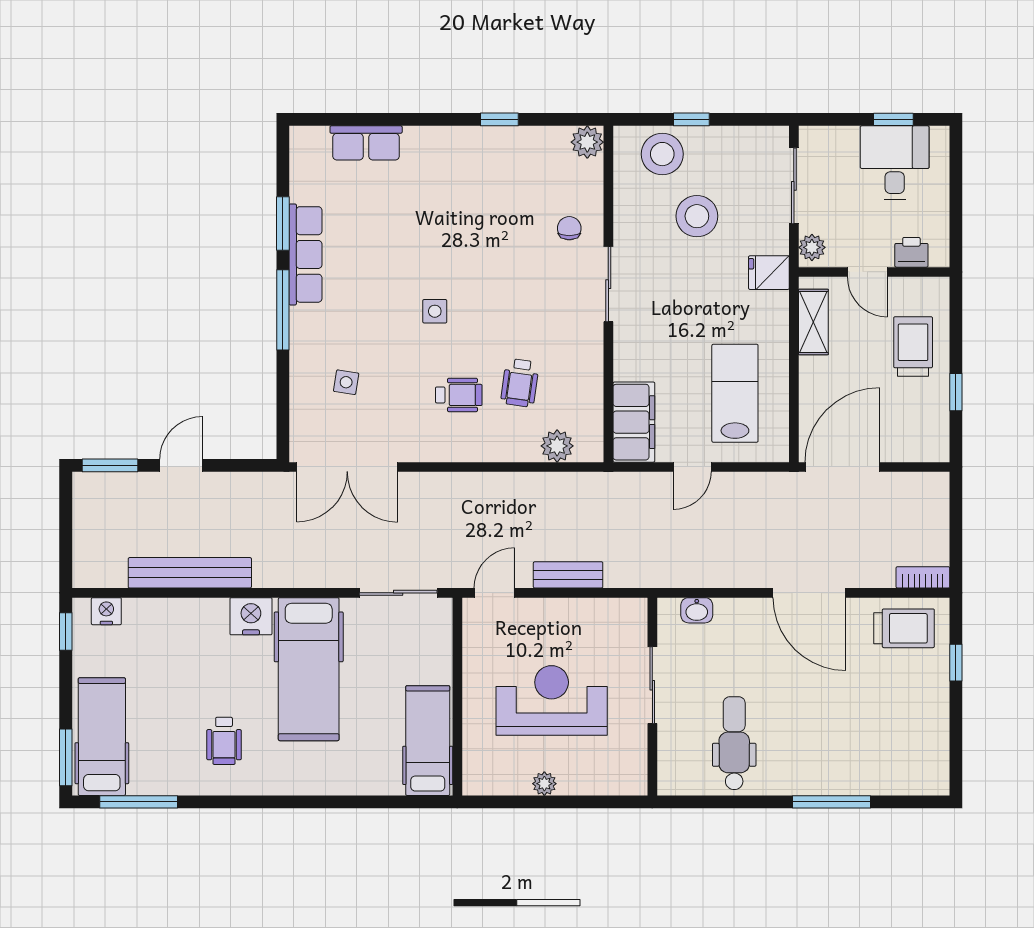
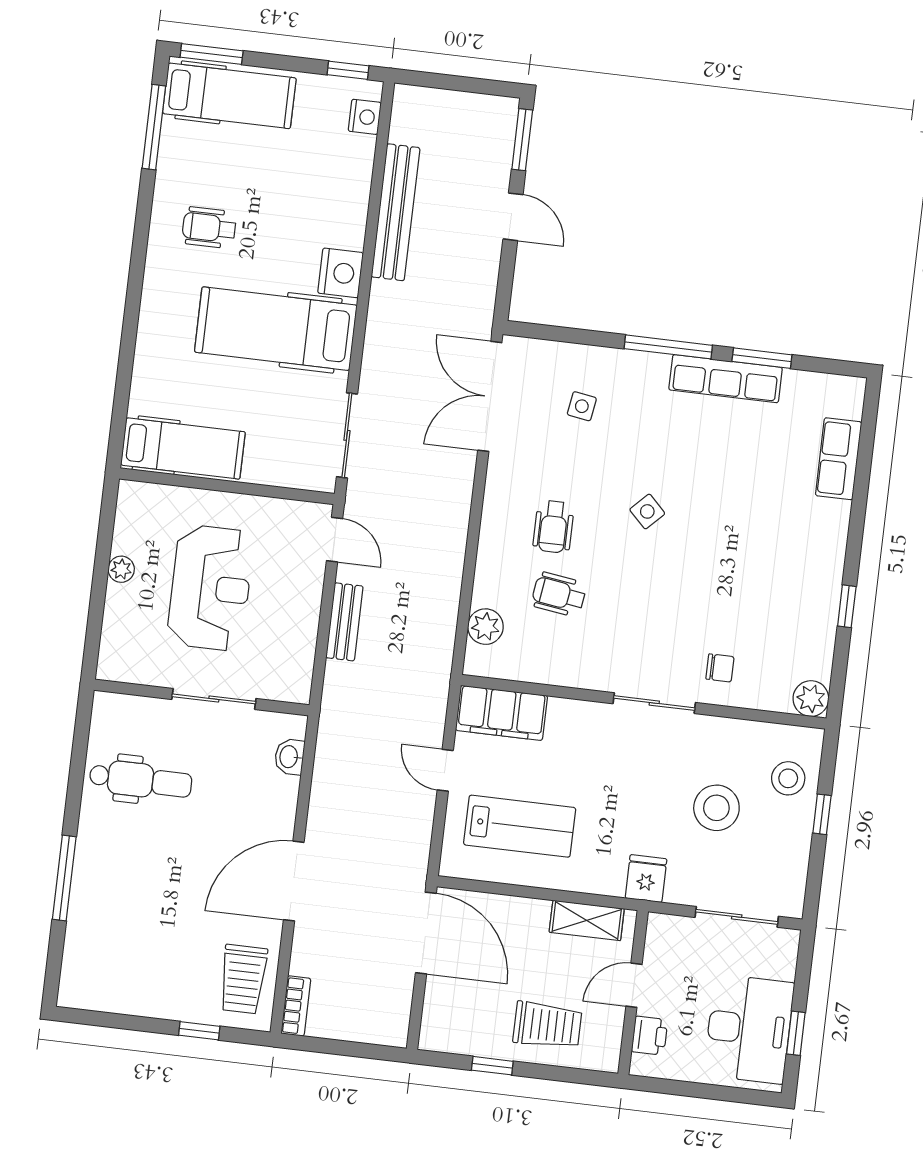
stool: (662, 154) -> (788, 778), width x0.73, depth x0.73
desk: (895, 163) -> (749, 1029), width x1.37
plant: (812, 247) -> (668, 928), removed
side table: (435, 311) -> (647, 511), turned 45

